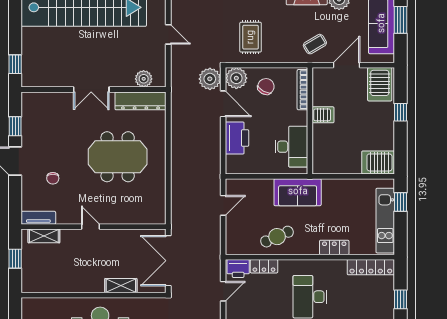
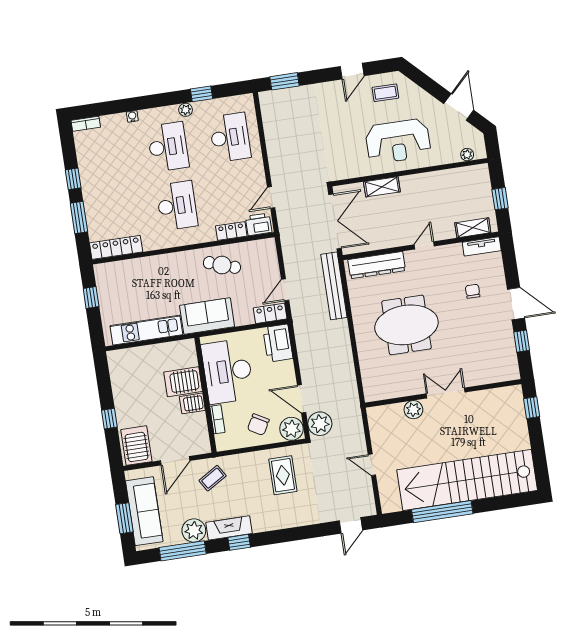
plant: (144, 79) -> (413, 410), moved
bookcase: (302, 90) -> (217, 419), width x0.64
dresser: (140, 101) -> (377, 265), moved, turned 180
printer: (237, 138) -> (278, 343), moved
desk: (291, 147) -> (228, 371), width x1.36, depth x1.30
server rack: (378, 162) -> (183, 382), moved, turned 180
bench: (178, 202) -> (334, 286), added
window: (400, 202) -> (91, 297), moved
kitchen unit: (385, 221) -> (146, 330), moved, turned -90
door: (90, 227) -> (424, 245), swing flipped
cafe table: (277, 237) -> (222, 265), turned 43
locker: (334, 247) -> (270, 313), moved, turned 180
window: (400, 299) -> (79, 218), width x1.50
plant: (39, 303) -> (467, 155), added

